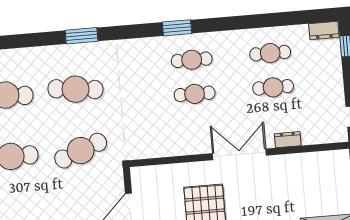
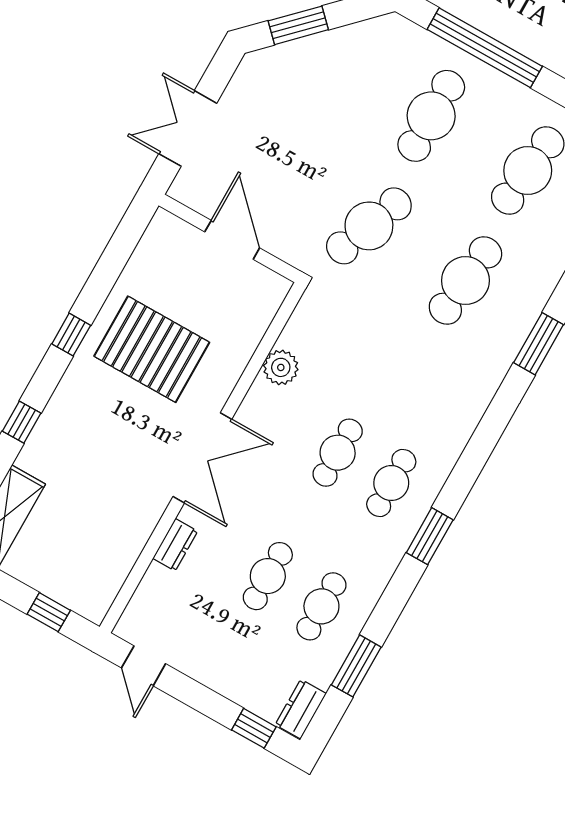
window: (287, 19) -> (356, 666), added
window: (177, 28) -> (430, 536), moved
plant: (173, 147) -> (281, 367), added
cafe table: (81, 151) -> (369, 226), turned 42

